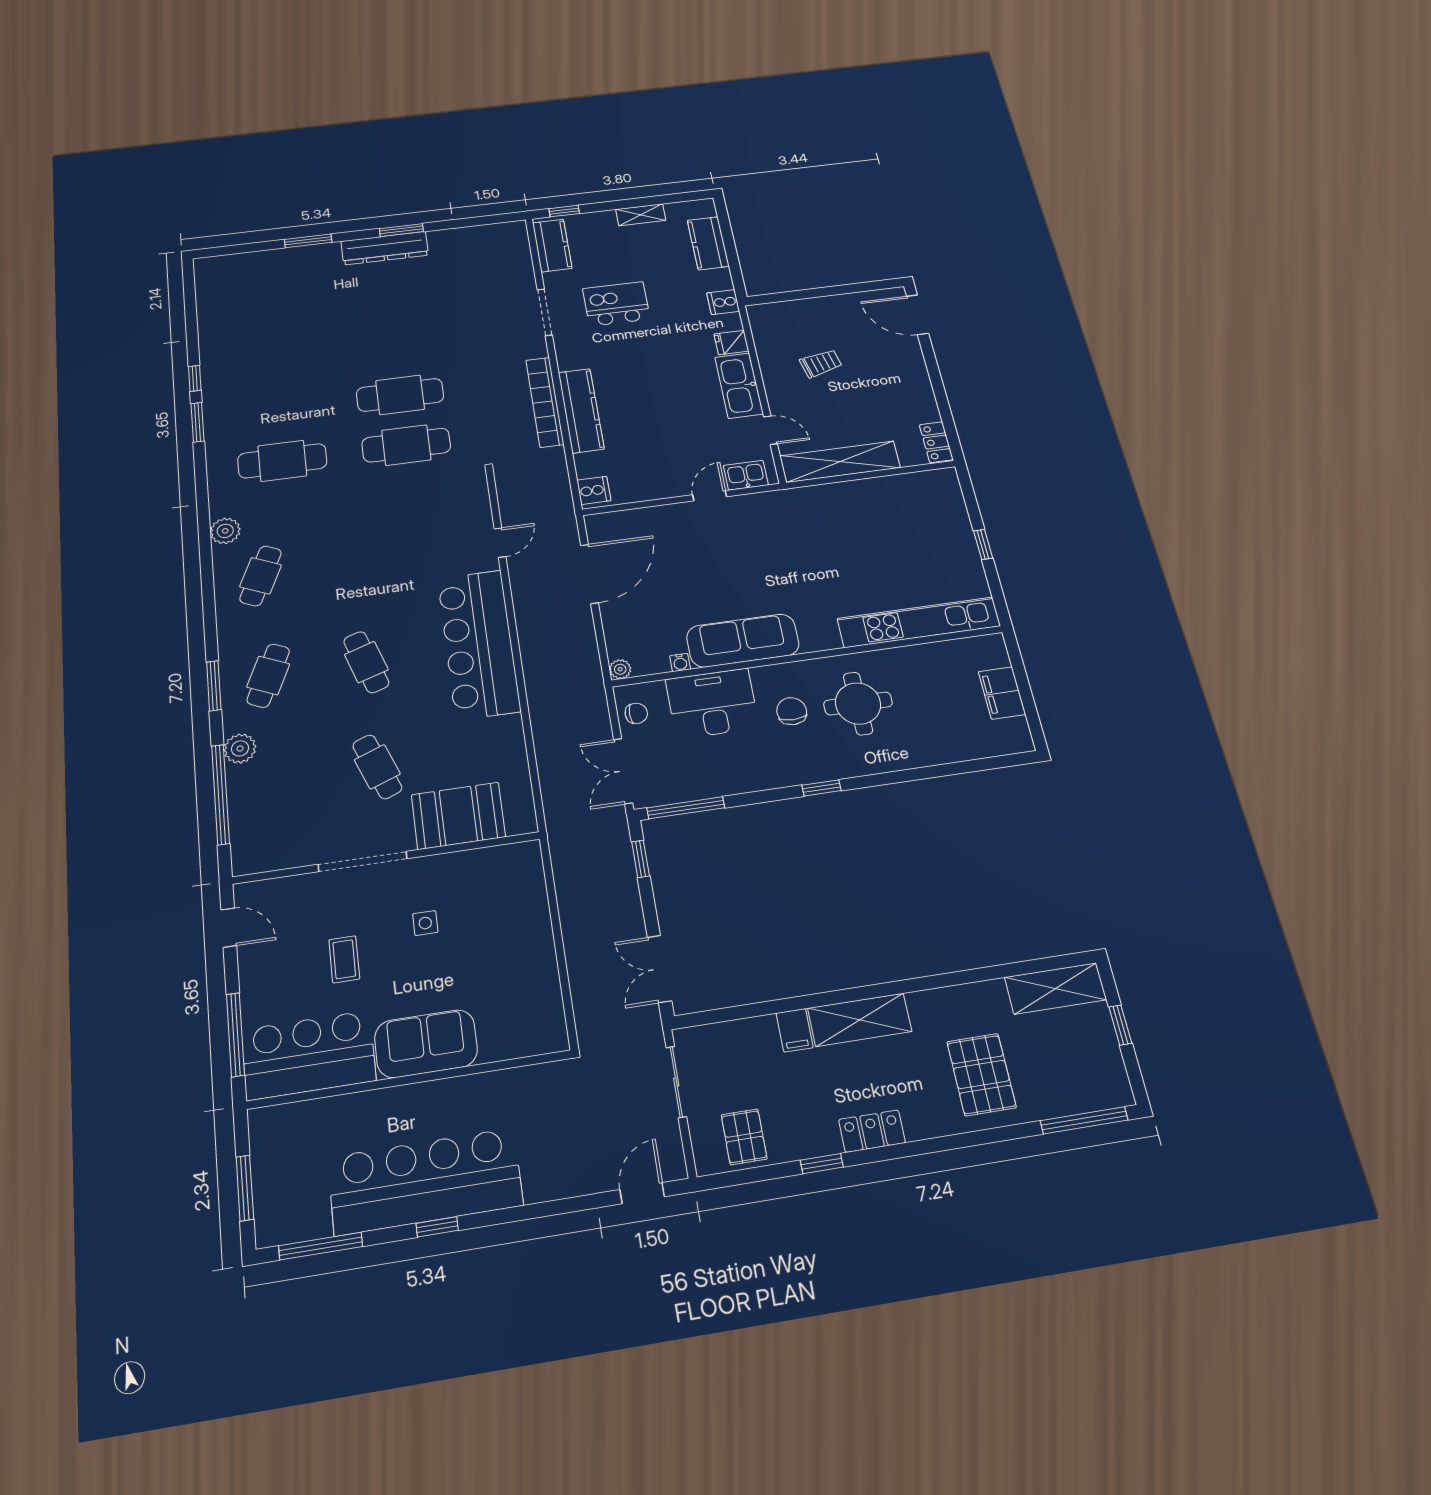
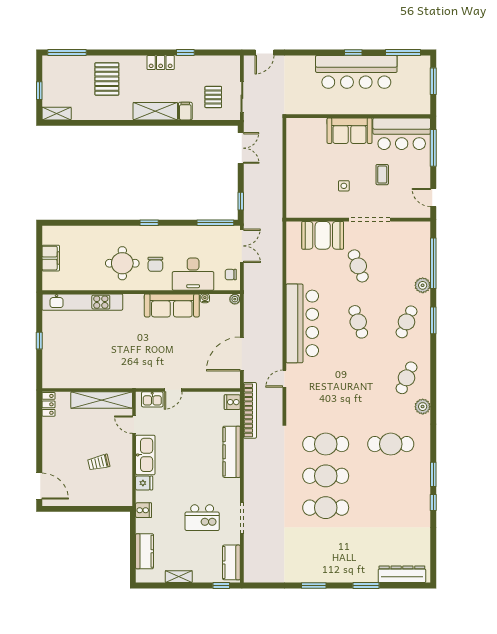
dresser: (385, 248) -> (402, 574), moved
cafe table: (394, 346) -> (326, 508), added
bookcase: (545, 402) -> (250, 410), moved
shelving: (1055, 988) -> (57, 114), width x0.67, depth x0.75
pallet: (744, 1137) -> (213, 97), moved

